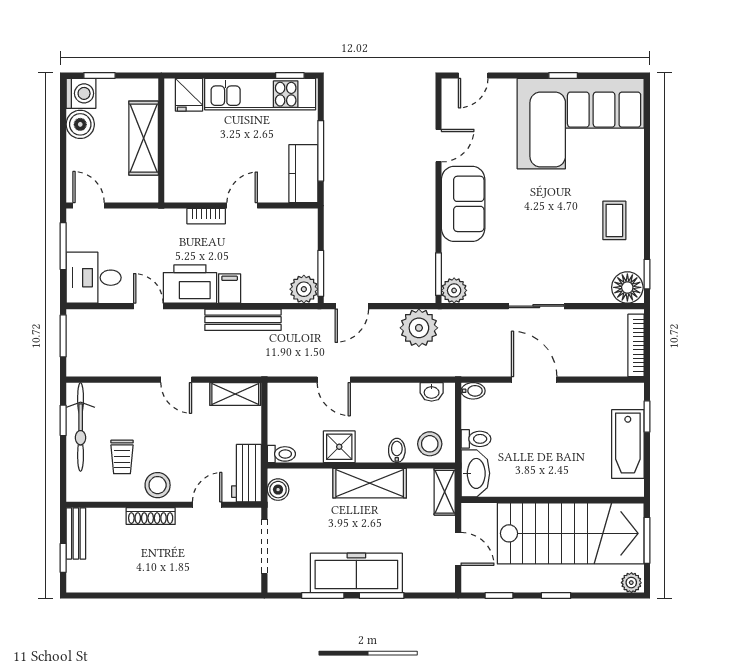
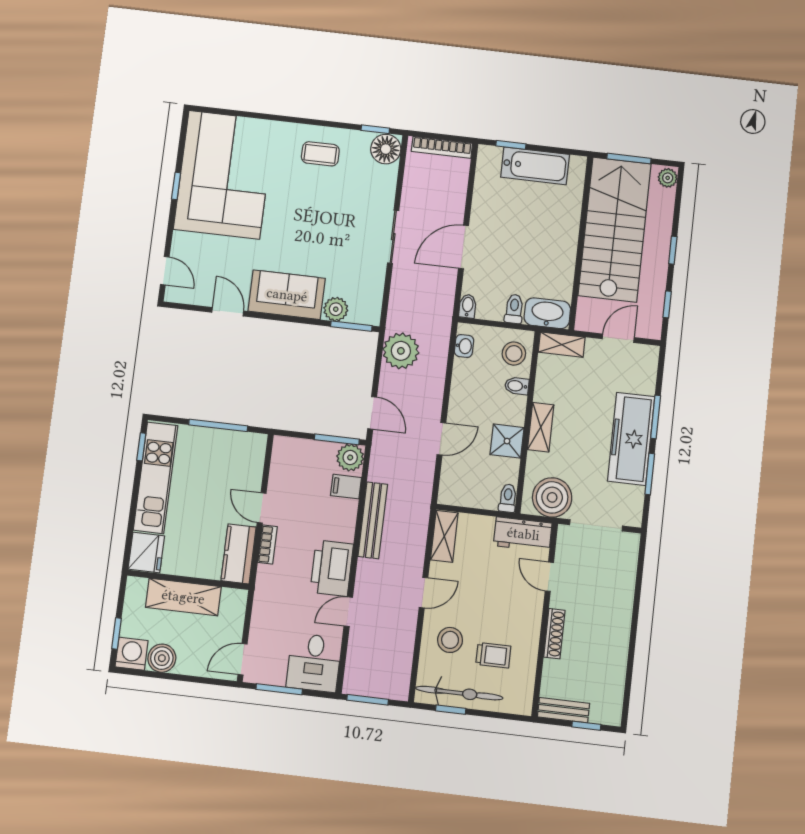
fridge: (189, 95) -> (146, 553), width x1.38
kitchen counter: (303, 174) -> (239, 554), moved, turned 90
filing cabinet: (230, 289) -> (346, 487), moved
plant: (454, 290) -> (336, 309), moved
shelving: (370, 483) -> (541, 427), width x0.67, depth x0.75
stool: (158, 485) -> (450, 640), moved
boiler: (278, 490) -> (552, 497), width x1.86, depth x1.86

